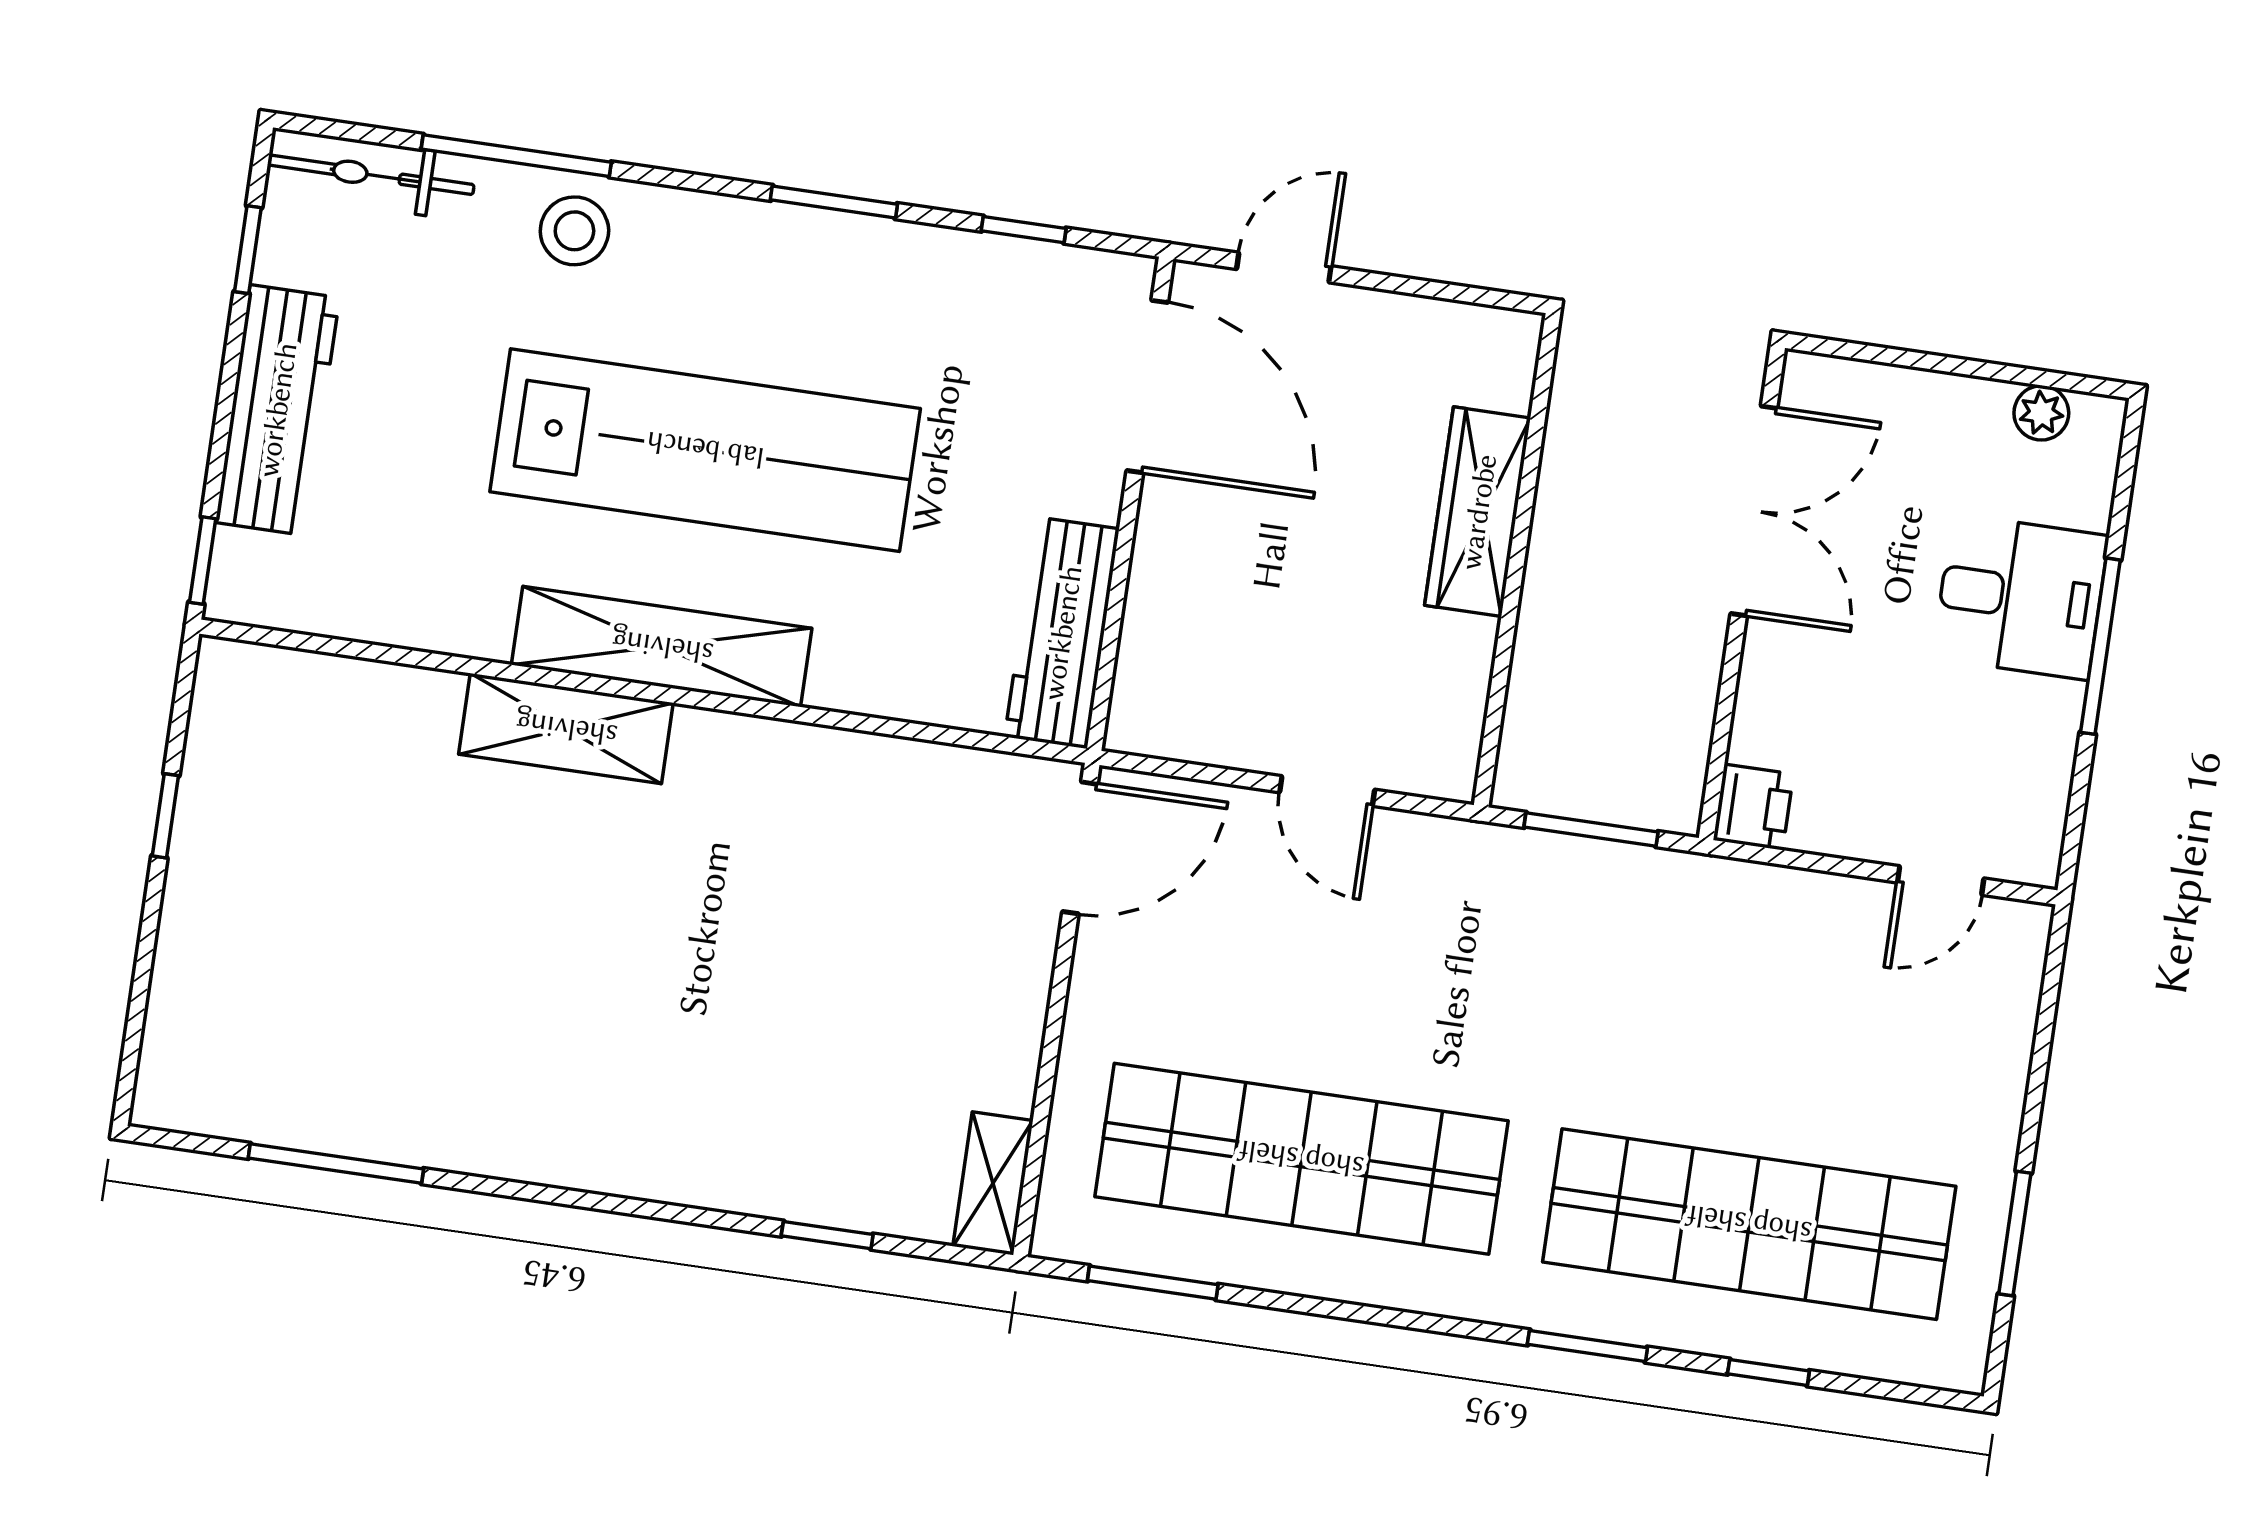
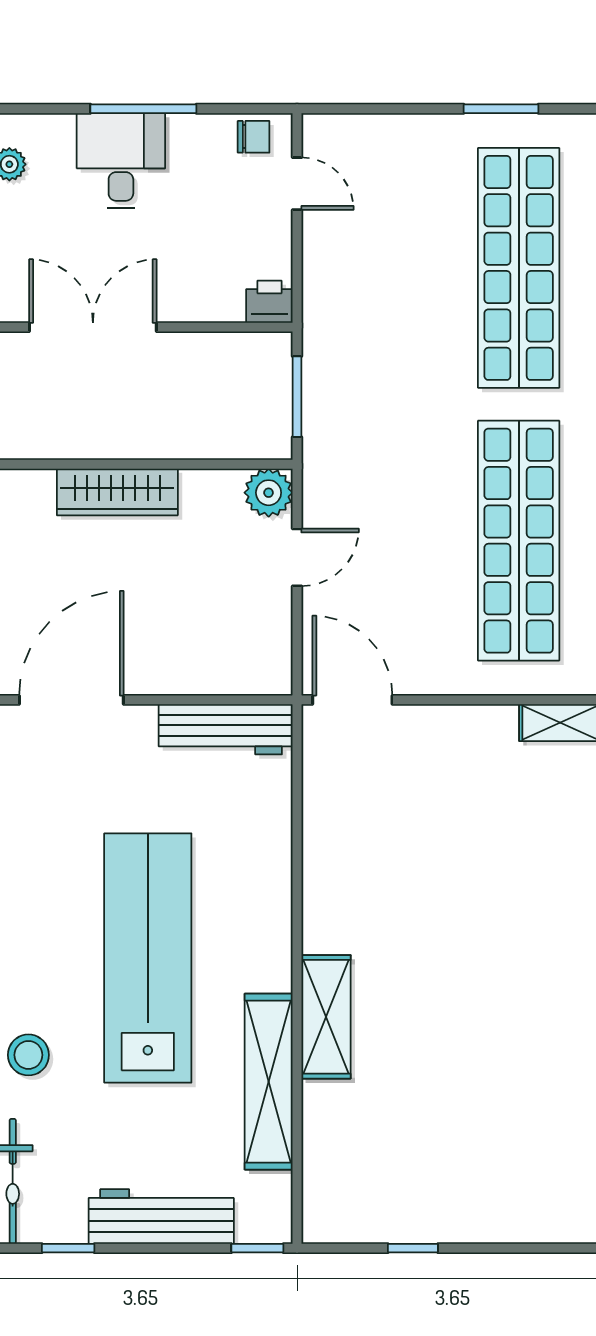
shelving: (662, 647) -> (269, 1082), moved
plant: (1440, 760) -> (269, 493), added
chair: (2028, 820) -> (254, 137), added

